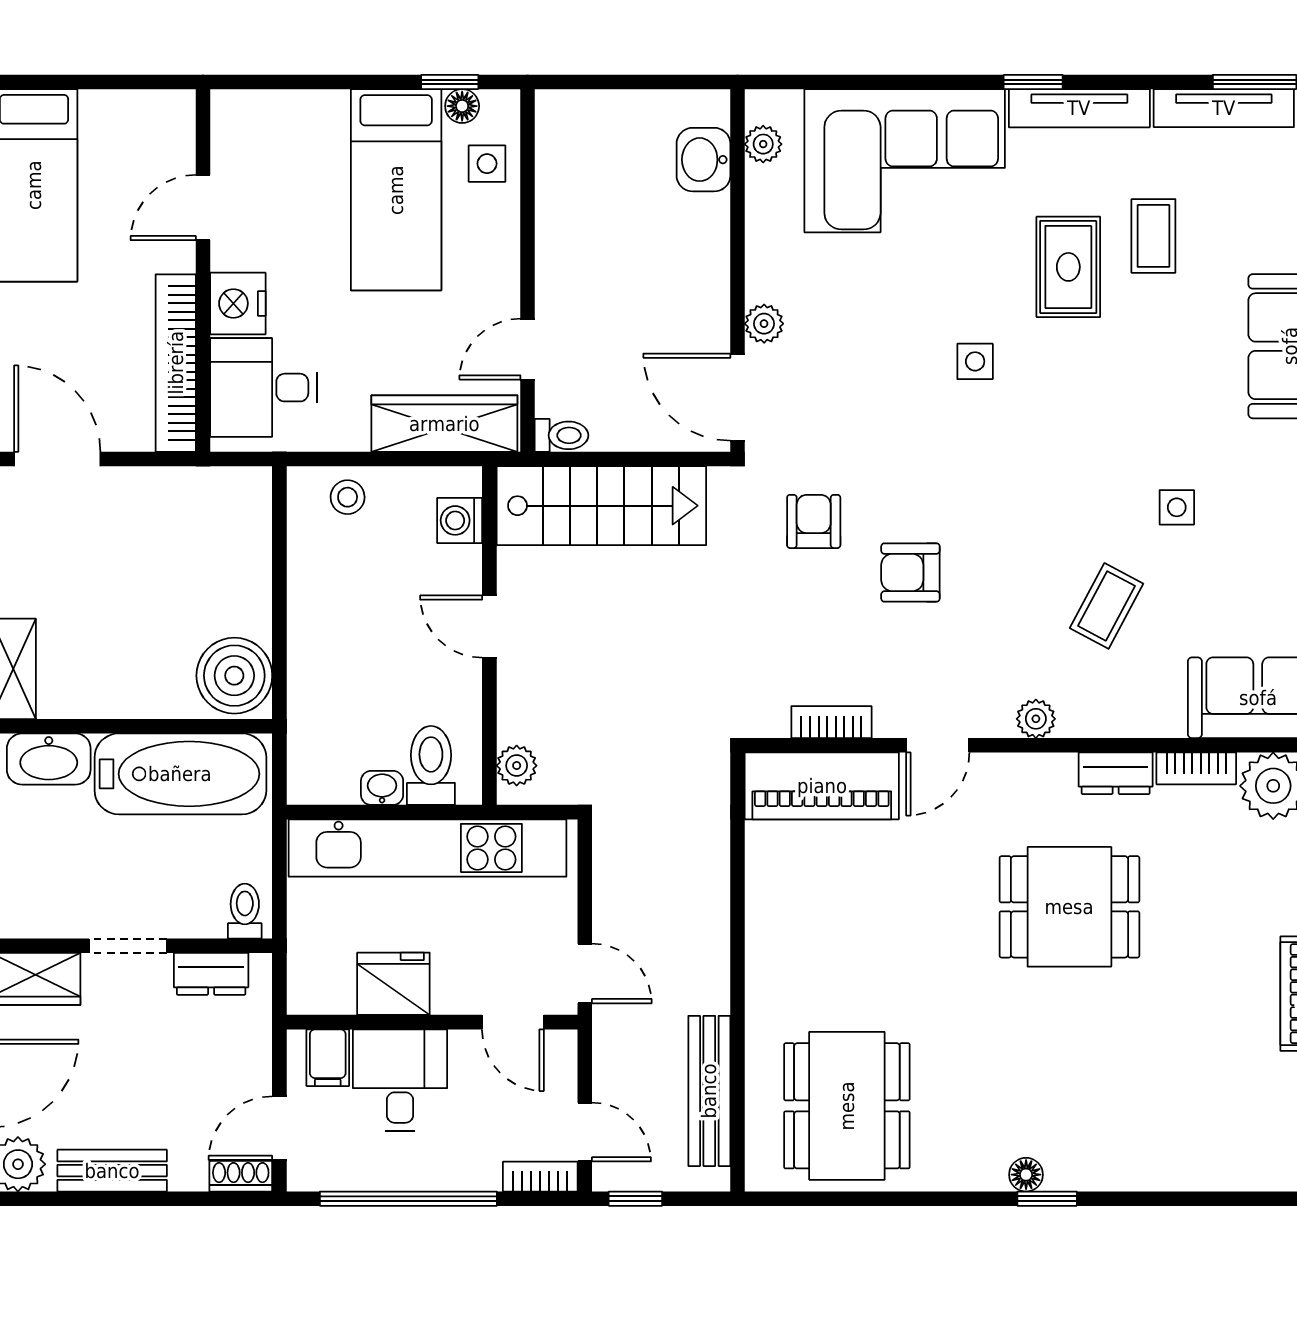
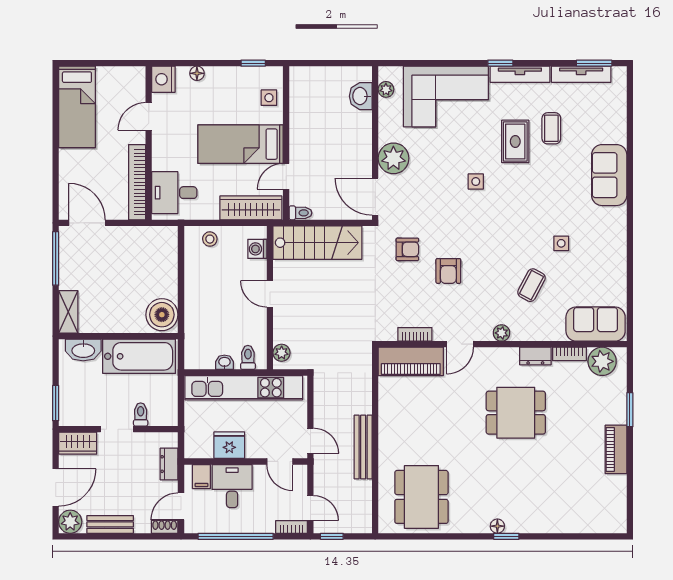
floor lamp: (462, 106) -> (197, 73), moved
bed: (396, 190) -> (240, 144), moved, turned 90
nightstand: (238, 303) -> (163, 79), moved
plant: (764, 324) -> (393, 158), width x1.87, depth x1.87
armchair: (814, 521) -> (407, 249), turned 90
armchair: (910, 573) -> (448, 271), turned -90
toilet: (431, 765) -> (248, 357), width x0.73, depth x0.72
toilet: (245, 911) -> (141, 414), moved
dresser: (211, 974) -> (169, 464), moved, turned 90
bench: (709, 1091) -> (363, 447), moved

